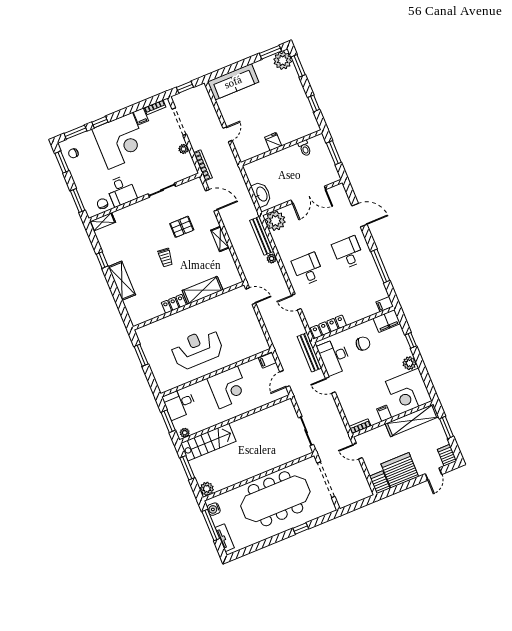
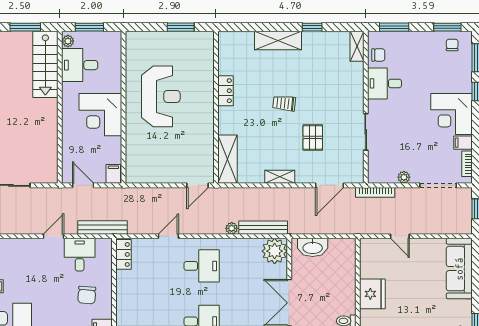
corner desk: (120, 141) -> (451, 114), width x0.74, depth x0.74
fridge: (273, 142) -> (372, 294), width x1.88, depth x1.34
shelving: (203, 290) -> (228, 159), moved
locker: (328, 327) -> (123, 254), width x0.66
desk: (334, 357) -> (80, 255), width x0.73
desk: (179, 403) -> (80, 65), moved, turned -90

